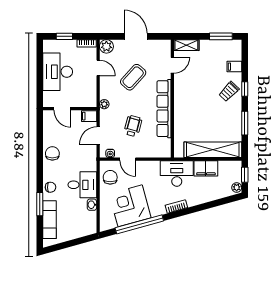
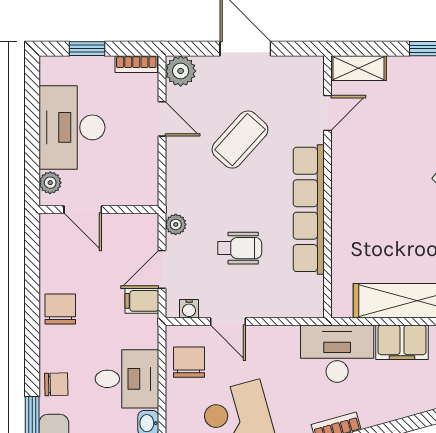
plant: (48, 97) -> (50, 183), added
plant: (104, 104) -> (176, 224), moved
filing cabinet: (89, 116) -> (142, 301), moved
wheelchair: (133, 126) -> (240, 248), turned 75

